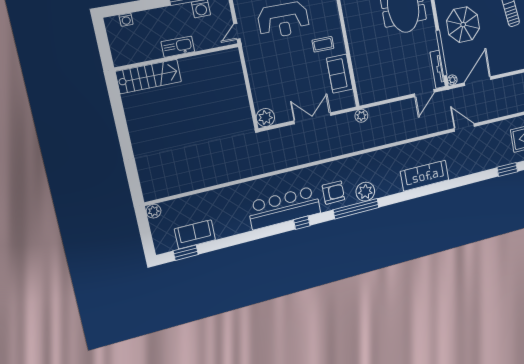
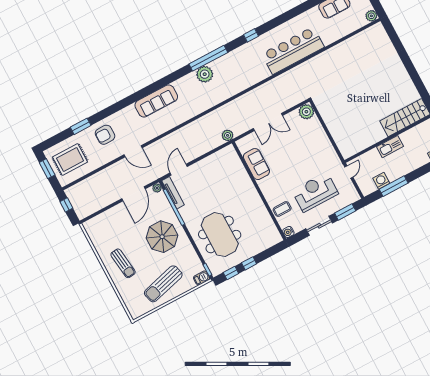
coffee table: (323, 44) -> (282, 209), moved
armchair: (333, 193) -> (105, 135), moved
bar counter: (284, 208) -> (293, 50), moved, turned 180

